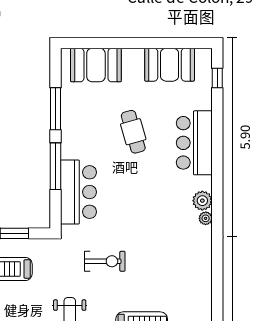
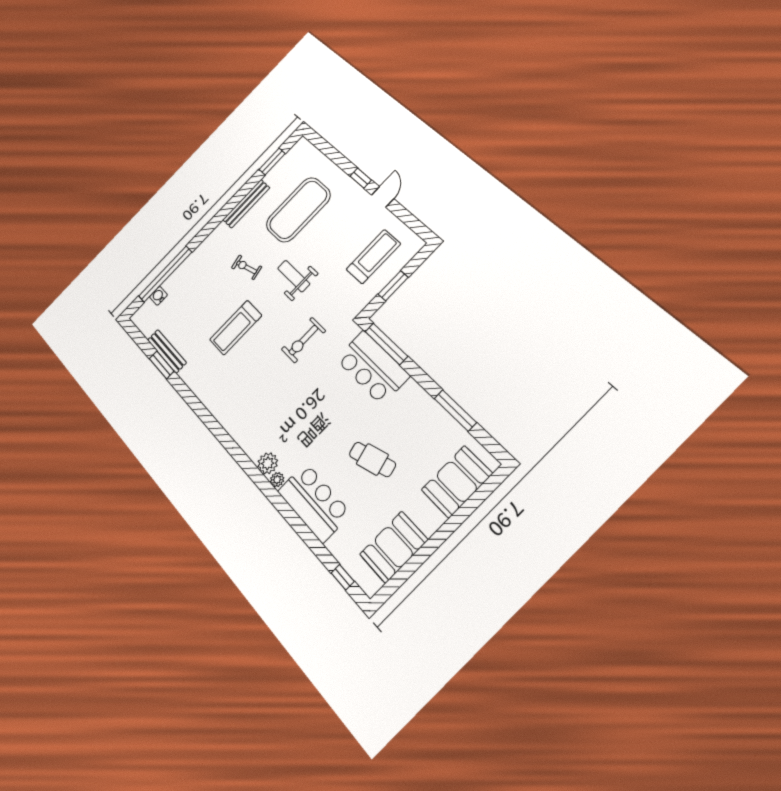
window: (55, 166) -> (386, 344), moved
plant: (206, 218) -> (277, 480), moved

